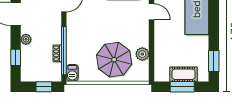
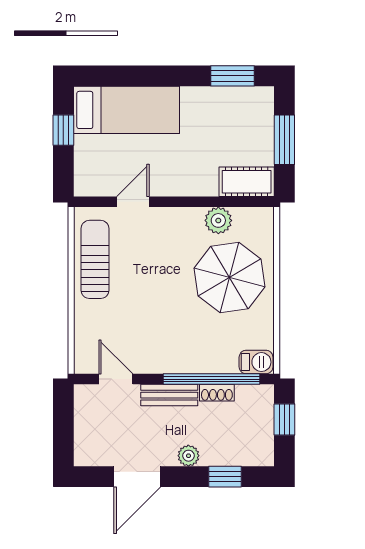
bench: (56, 30) -> (169, 395), added
cot: (183, 74) -> (247, 182), moved, turned 90

